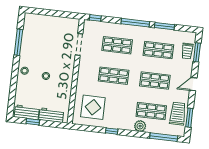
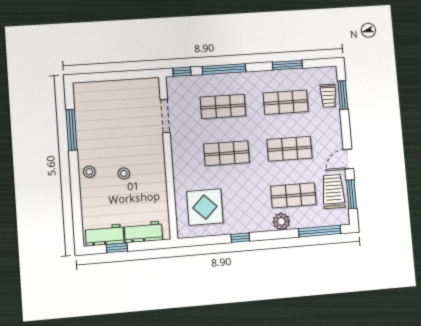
window: (135, 23) -> (224, 69), moved
door: (193, 84) -> (348, 159), moved

